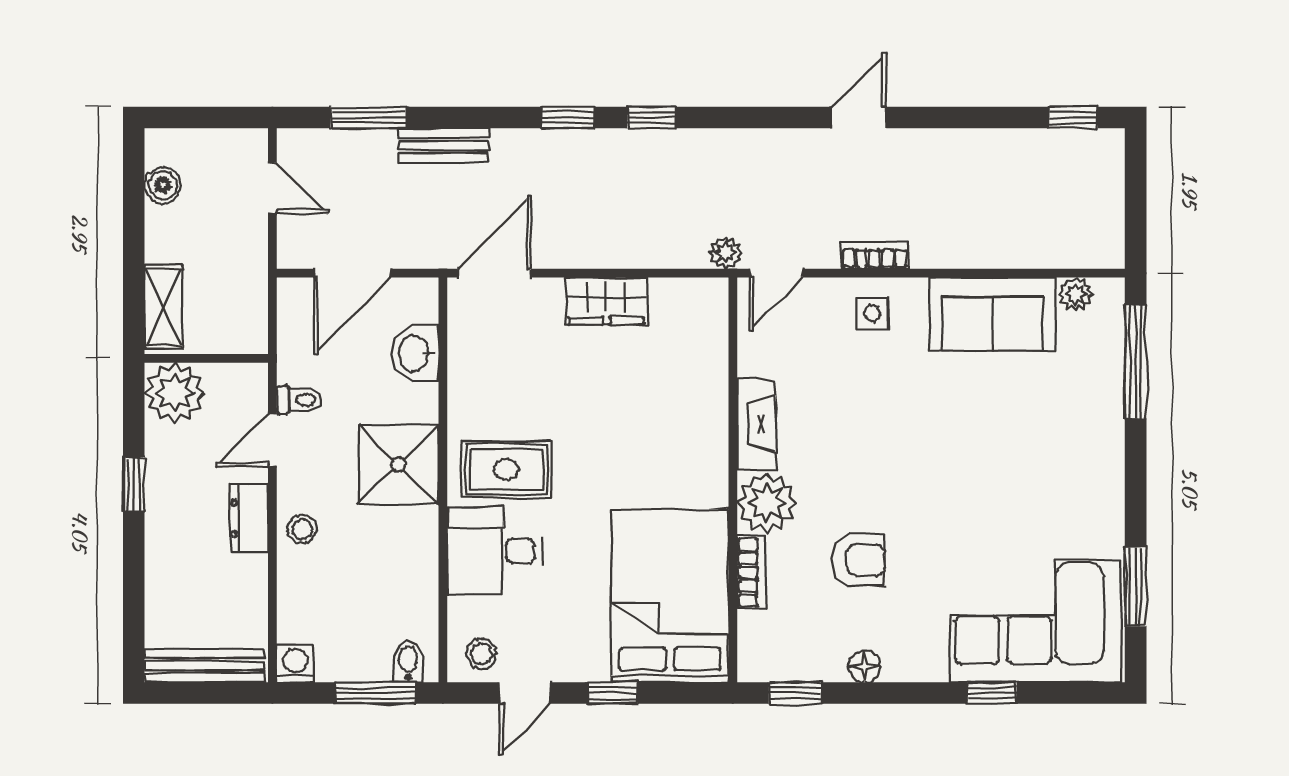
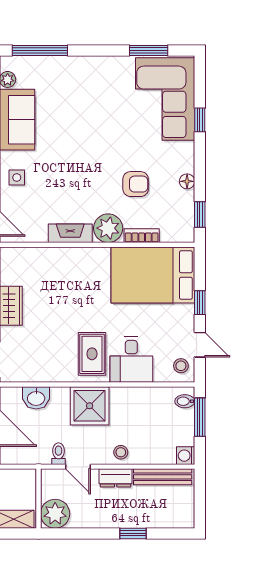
window: (134, 484) -> (133, 533), moved
armchair: (859, 560) -> (136, 184), turned 90
bench: (205, 666) -> (163, 477), moved, turned 90

